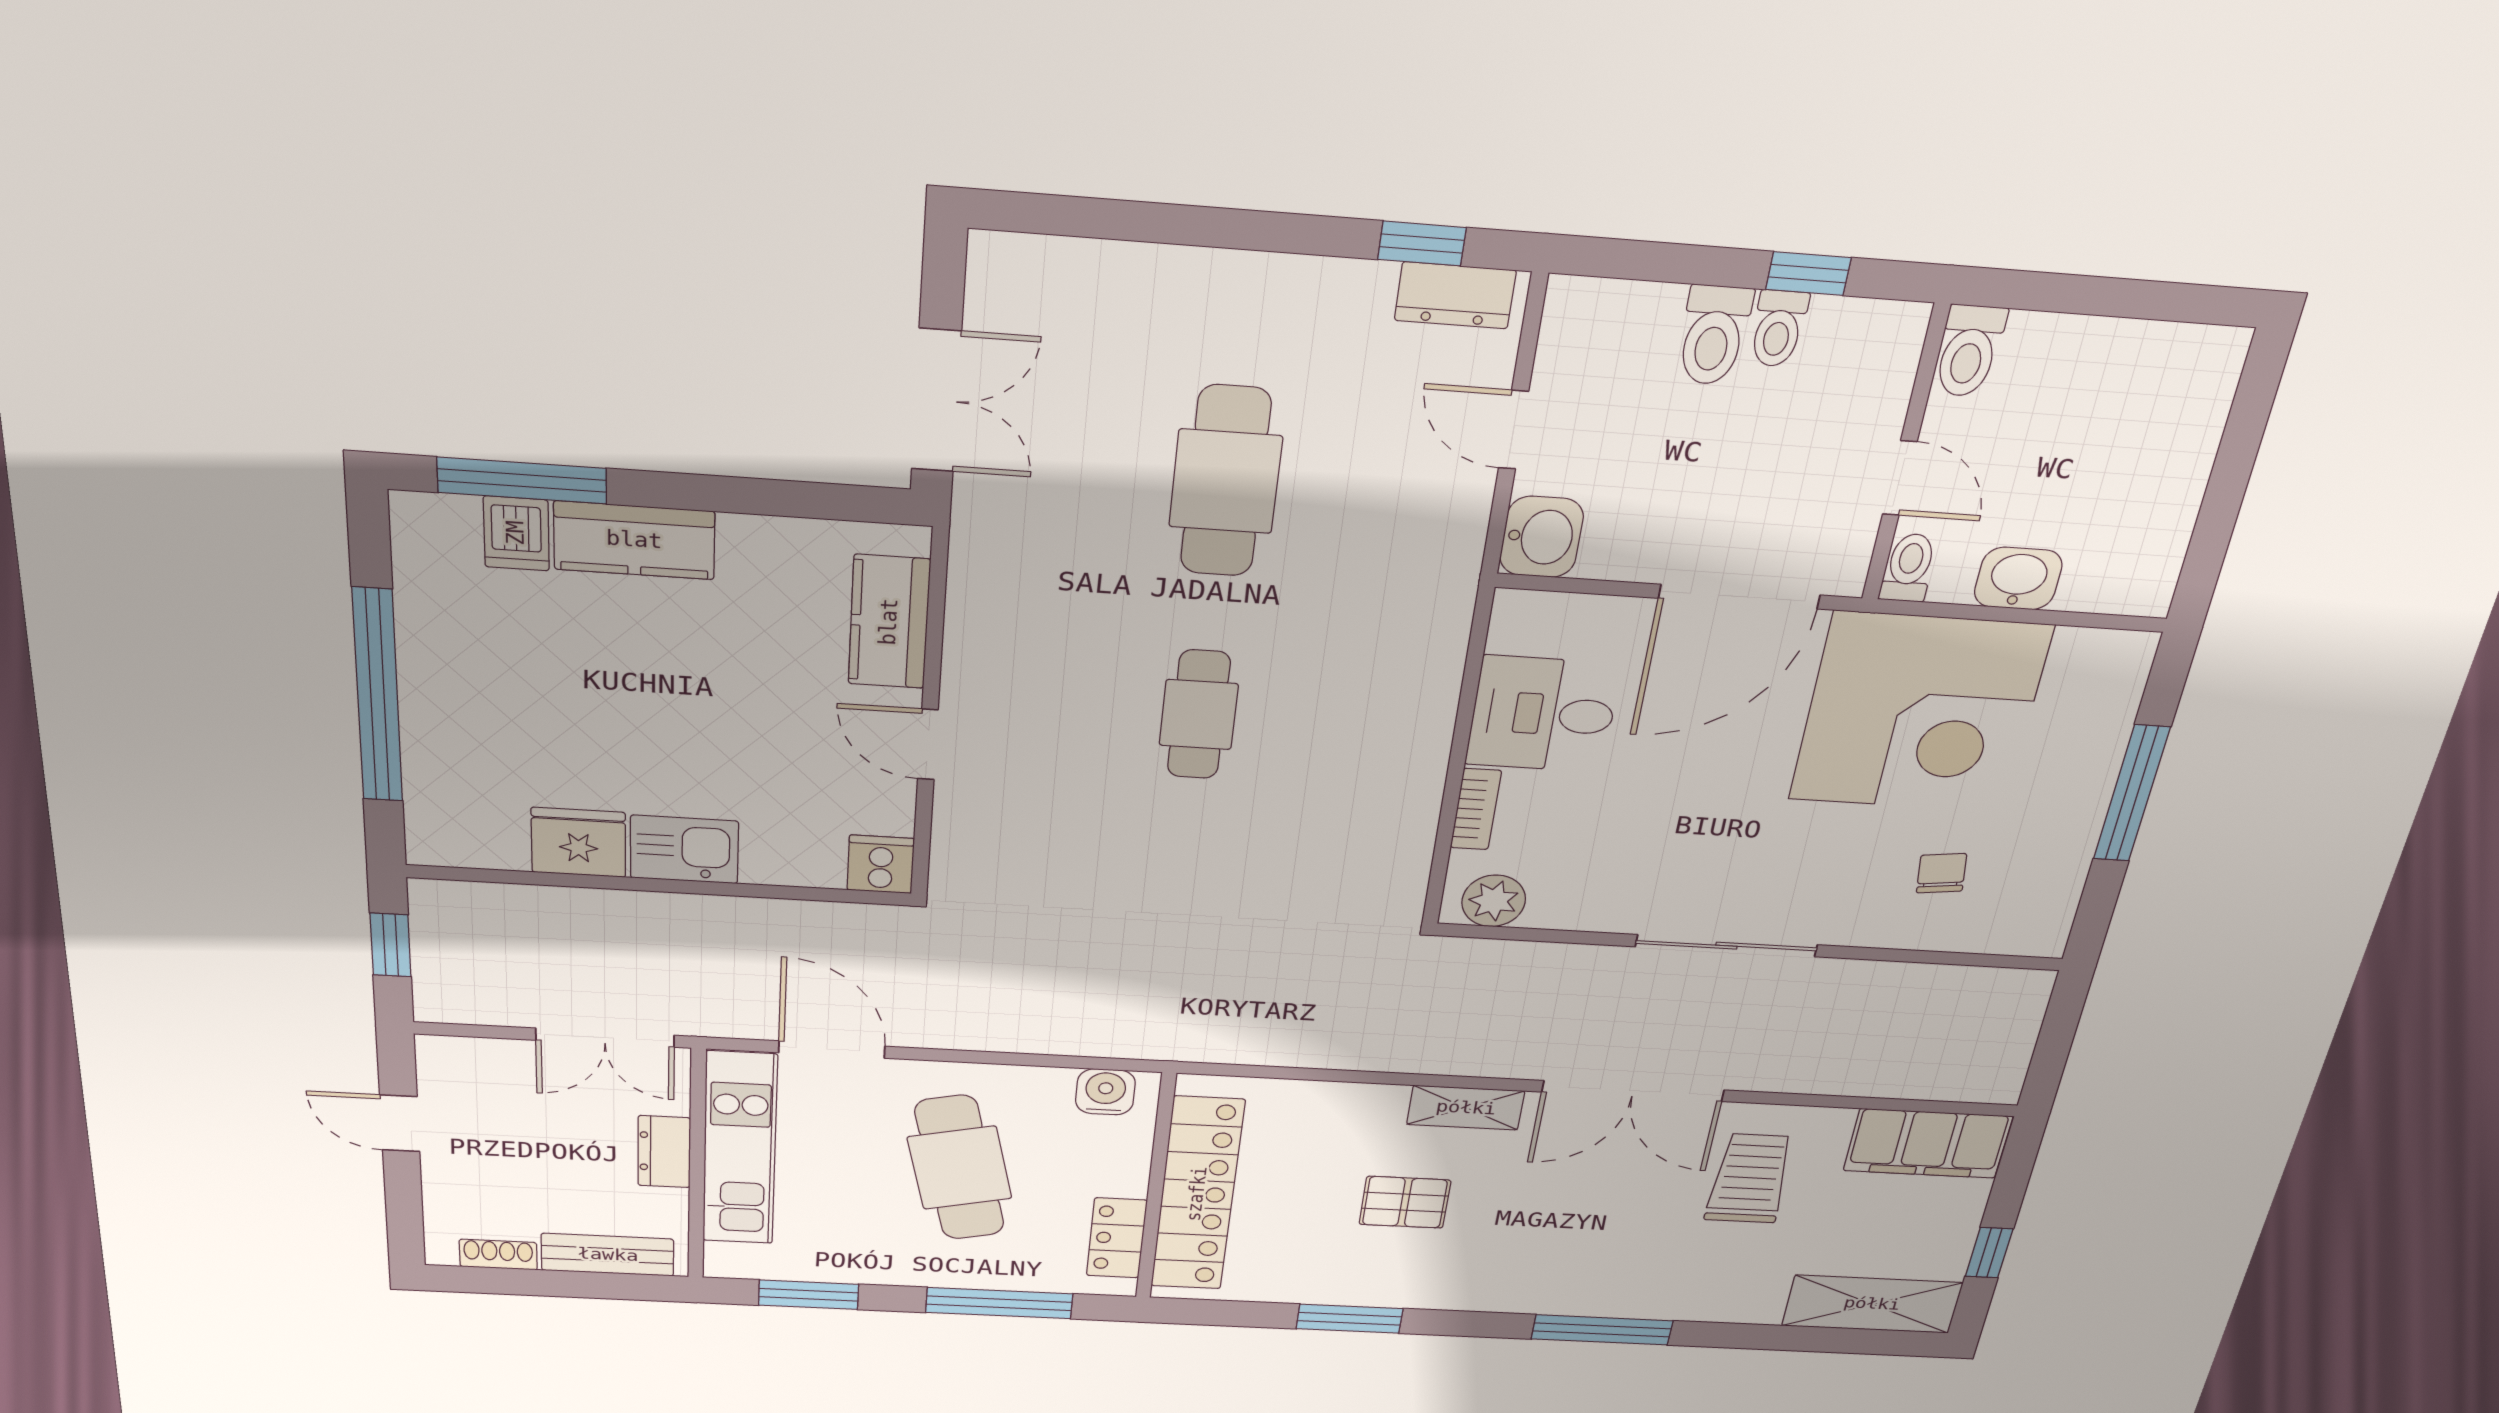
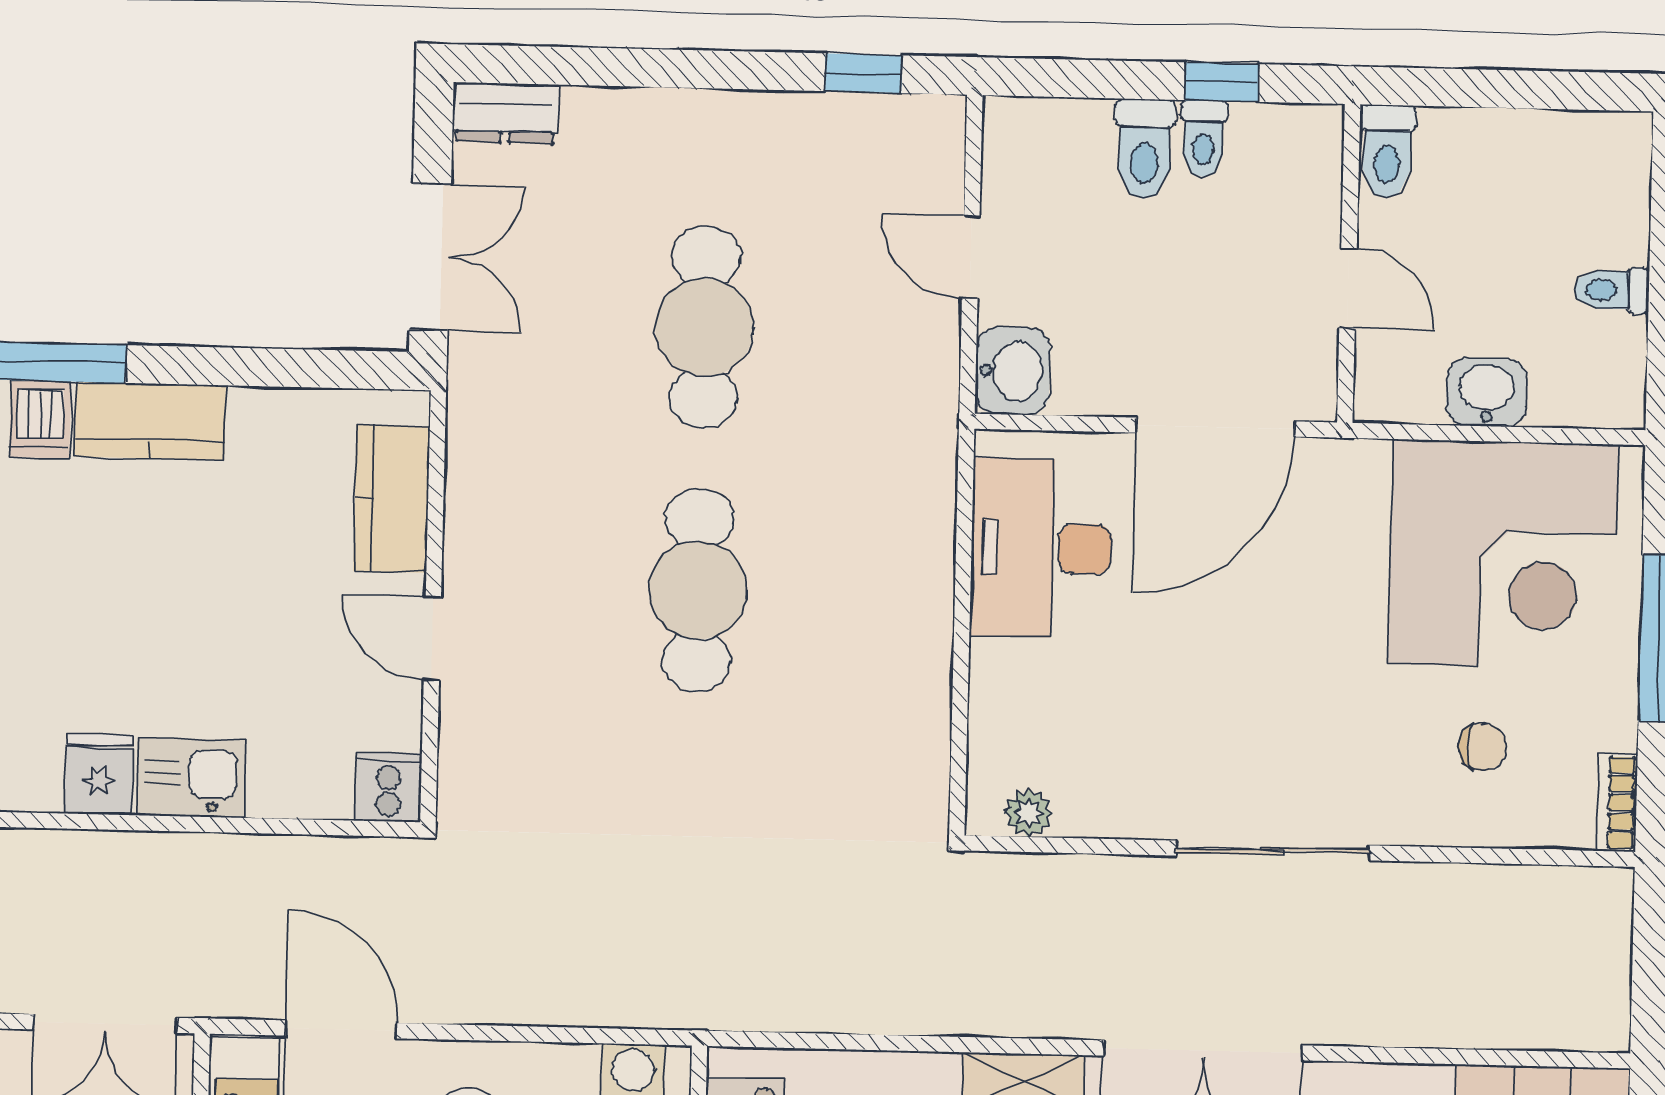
dresser: (1455, 295) -> (505, 113), moved
toilet: (1909, 568) -> (1612, 290), moved, turned -90
corner desk: (1920, 713) -> (1503, 554), moved
desk: (1543, 714) -> (1041, 548), width x1.37
cafe table: (1199, 715) -> (698, 590), width x1.37, depth x1.35
bookcase: (1476, 809) -> (1617, 802), moved, turned 180
fridge: (579, 842) -> (99, 774), width x0.72
chair: (1942, 873) -> (1483, 747), turned 97
plant: (1494, 901) -> (1029, 813), width x0.73, depth x0.73

